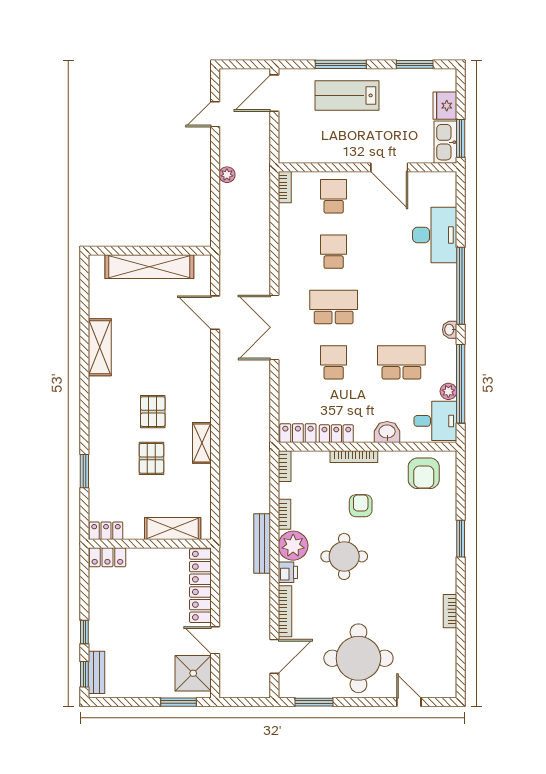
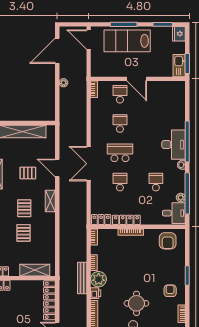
door: (274, 93) -> (89, 40), hinge flipped
lab bench: (347, 95) -> (127, 41), width x1.36, depth x1.39
fridge: (445, 106) -> (179, 34), moved
door: (215, 114) -> (57, 51), width x1.87
door: (389, 167) -> (137, 79), moved
desk: (435, 235) -> (173, 145), moved
door: (215, 313) -> (57, 168), moved
pallet: (160, 345) -> (28, 173), added
school desk: (401, 362) -> (156, 182), width x0.54
washbasin: (387, 432) -> (148, 219), removed
locker: (336, 434) -> (126, 220), width x1.53
shelving: (202, 443) -> (50, 201), moved
armchair: (361, 506) -> (170, 291), moved
round table: (344, 556) -> (136, 303), moved

